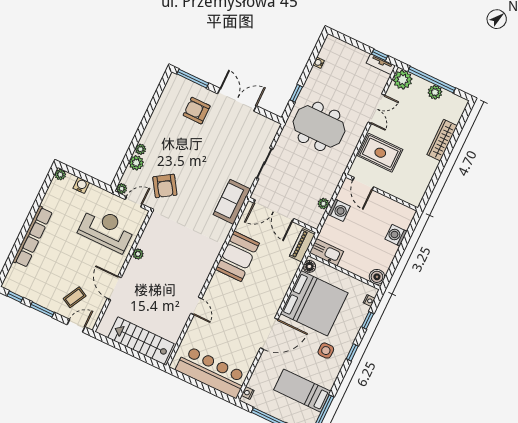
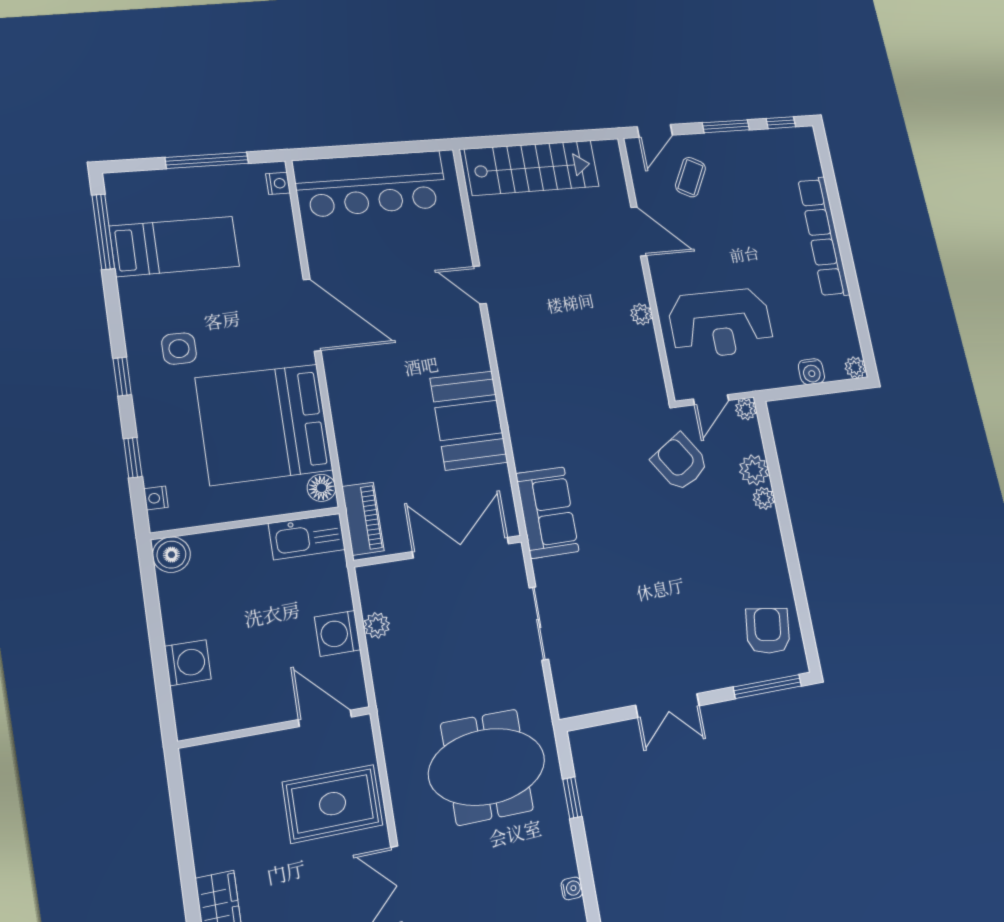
double door: (237, 100) -> (668, 706), width x0.73
armchair: (197, 111) -> (768, 631), moved, turned -82
door: (269, 334) -> (312, 315), swing flipped

